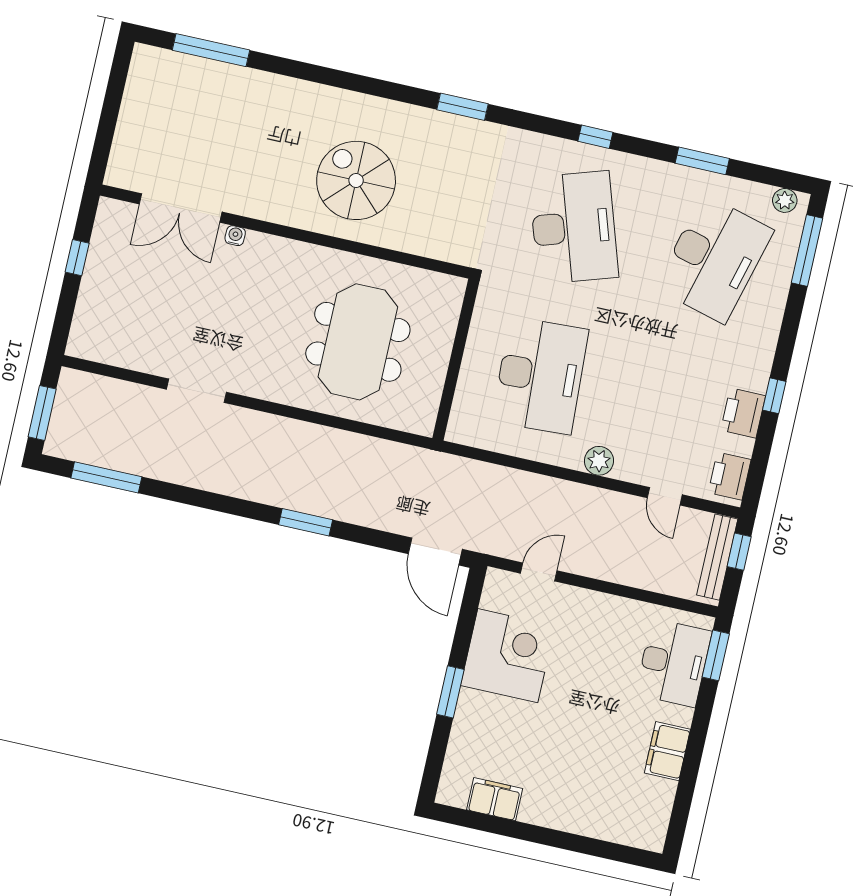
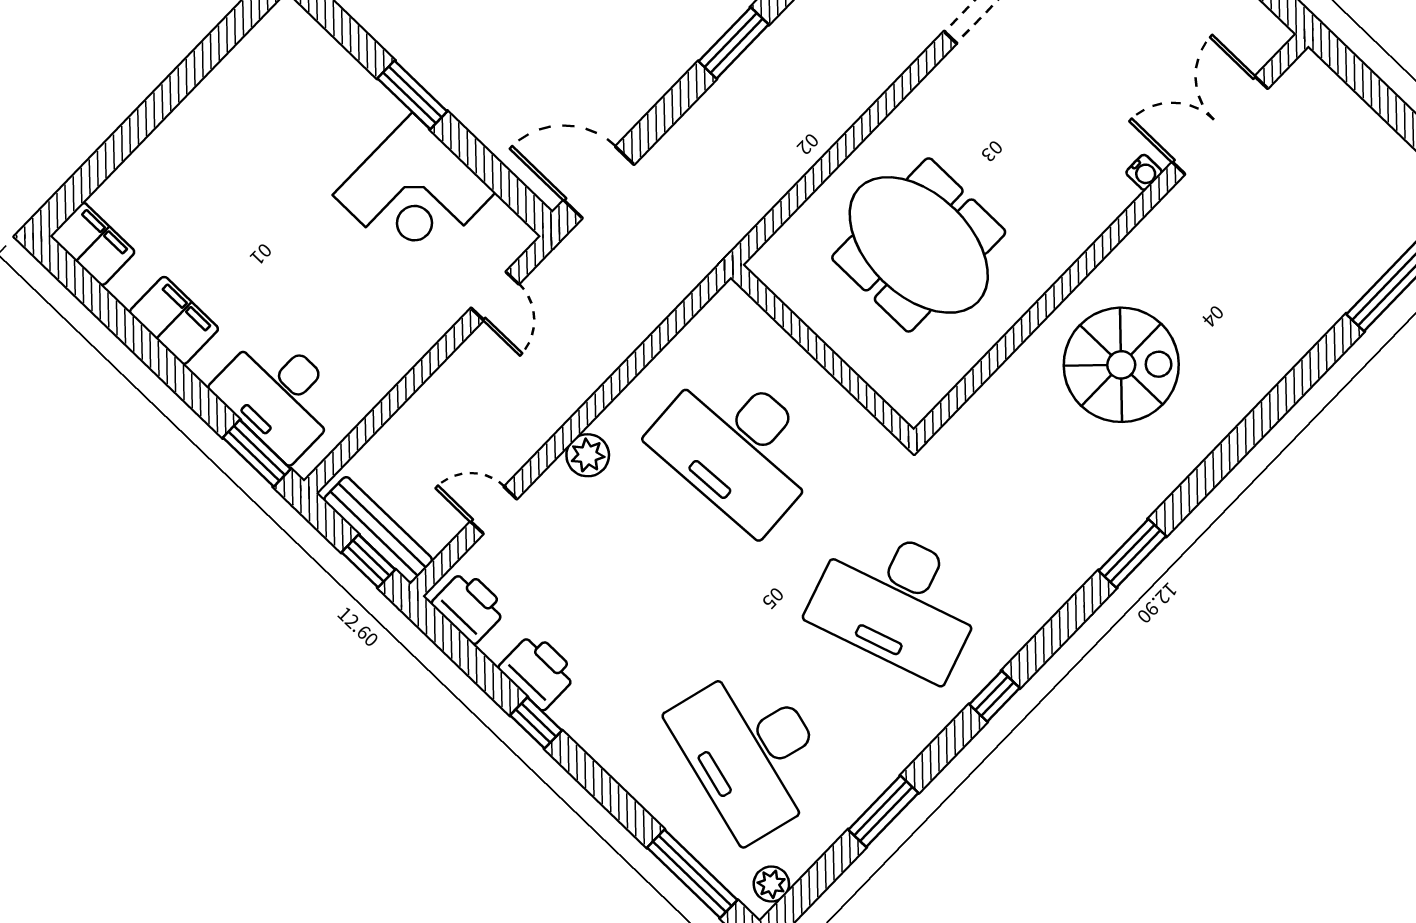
filing cabinet: (495, 799) -> (93, 244), moved, turned -90

